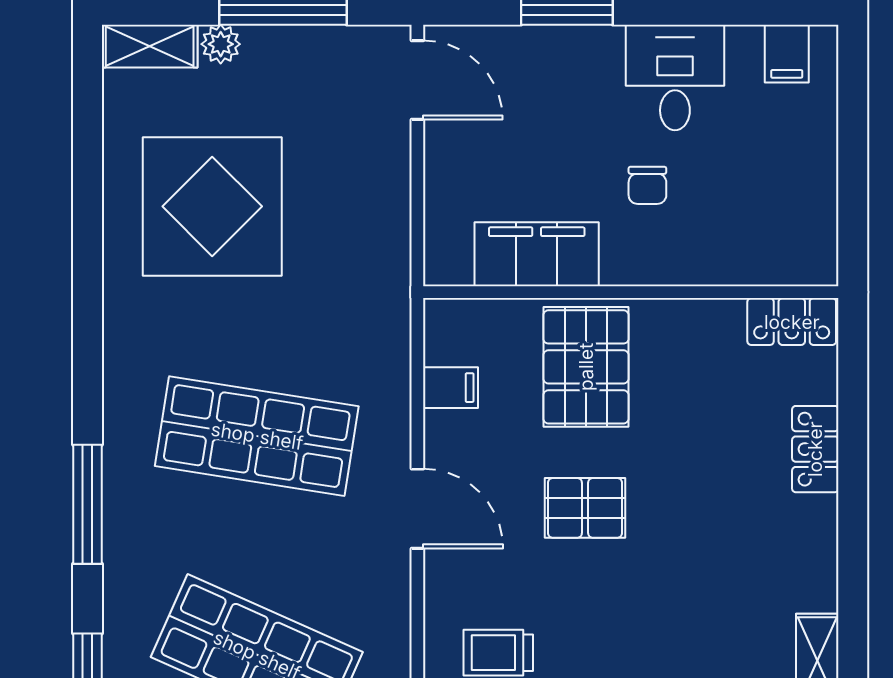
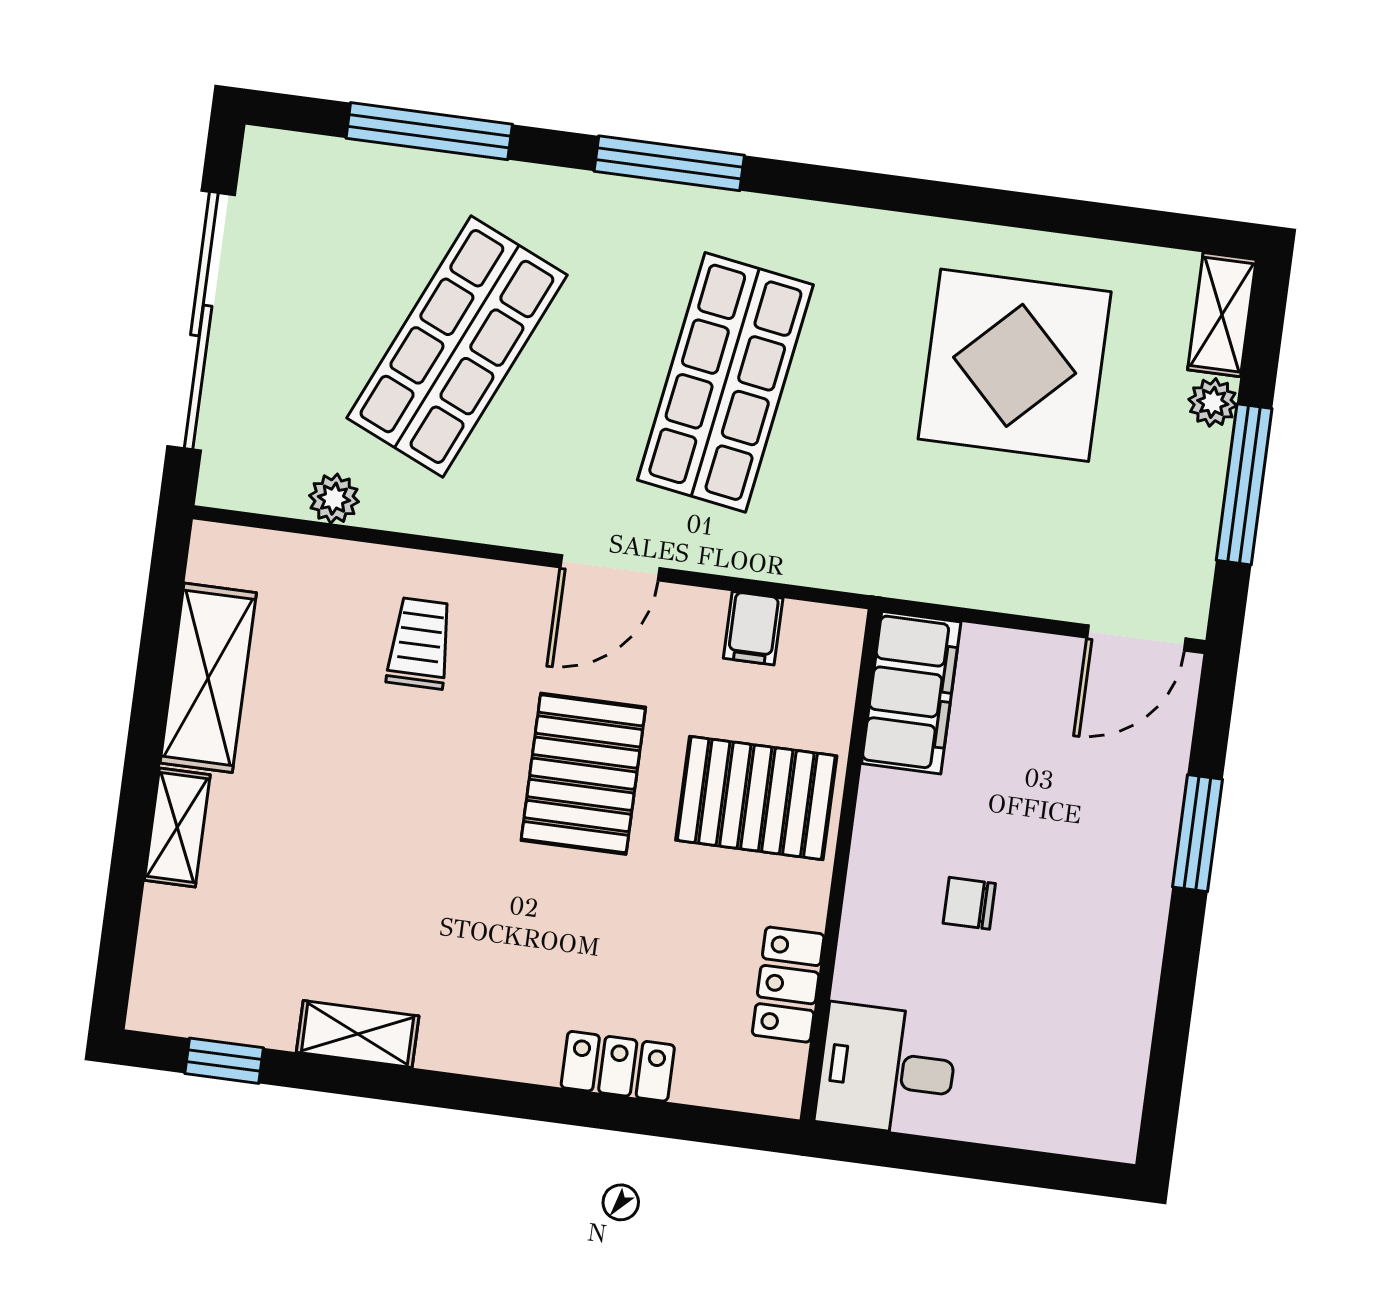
filing cabinet: (787, 54) -> (1108, 1096), removed
desk: (675, 77) -> (887, 1070), moved, turned 180
filing cabinet: (537, 254) -> (911, 693), moved
locker: (792, 322) -> (788, 985), moved
pallet: (585, 508) -> (583, 774), width x1.50, depth x1.42

